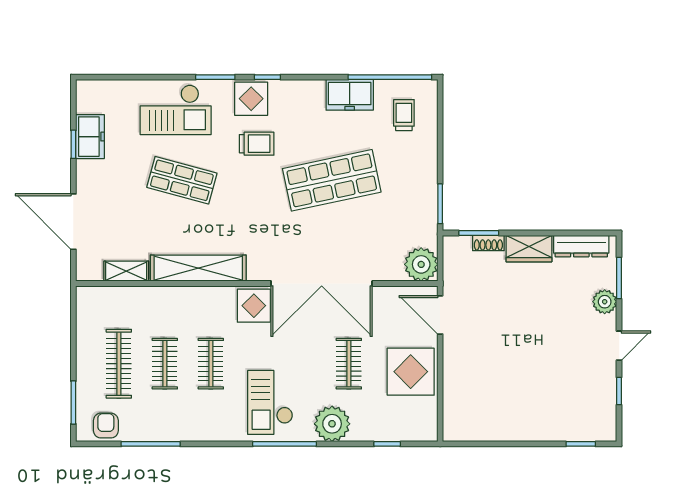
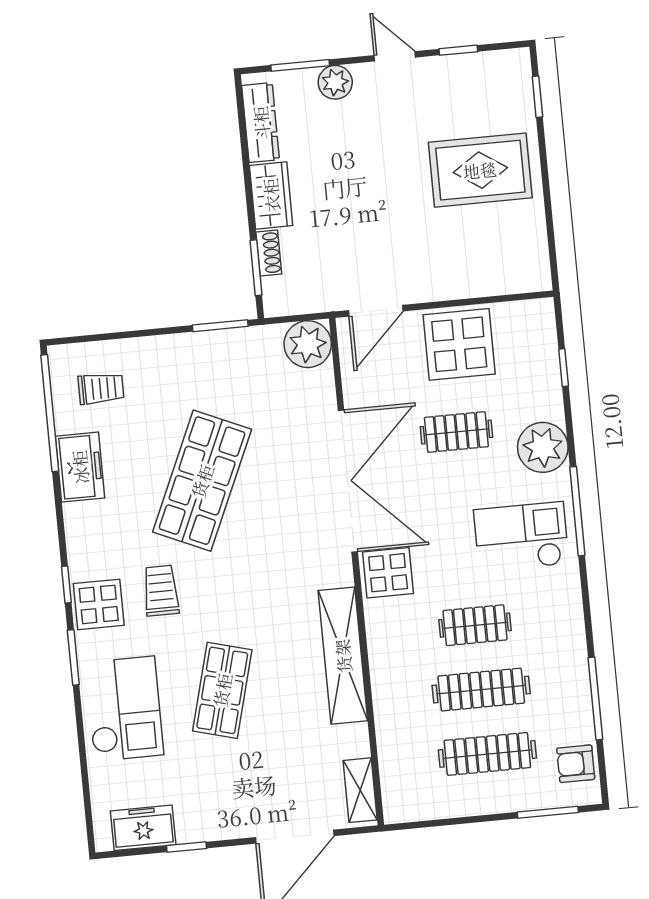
trolley: (404, 115) -> (101, 388), turned 180
freezer: (90, 137) -> (143, 828), moved
shop shelf: (332, 180) -> (202, 481), turned 36
shelving: (126, 271) -> (360, 790), moved
clothes rail: (165, 364) -> (481, 690), width x1.36
rug: (533, 398) -> (480, 170), added
checkout: (270, 402) -> (521, 537), turned 180

